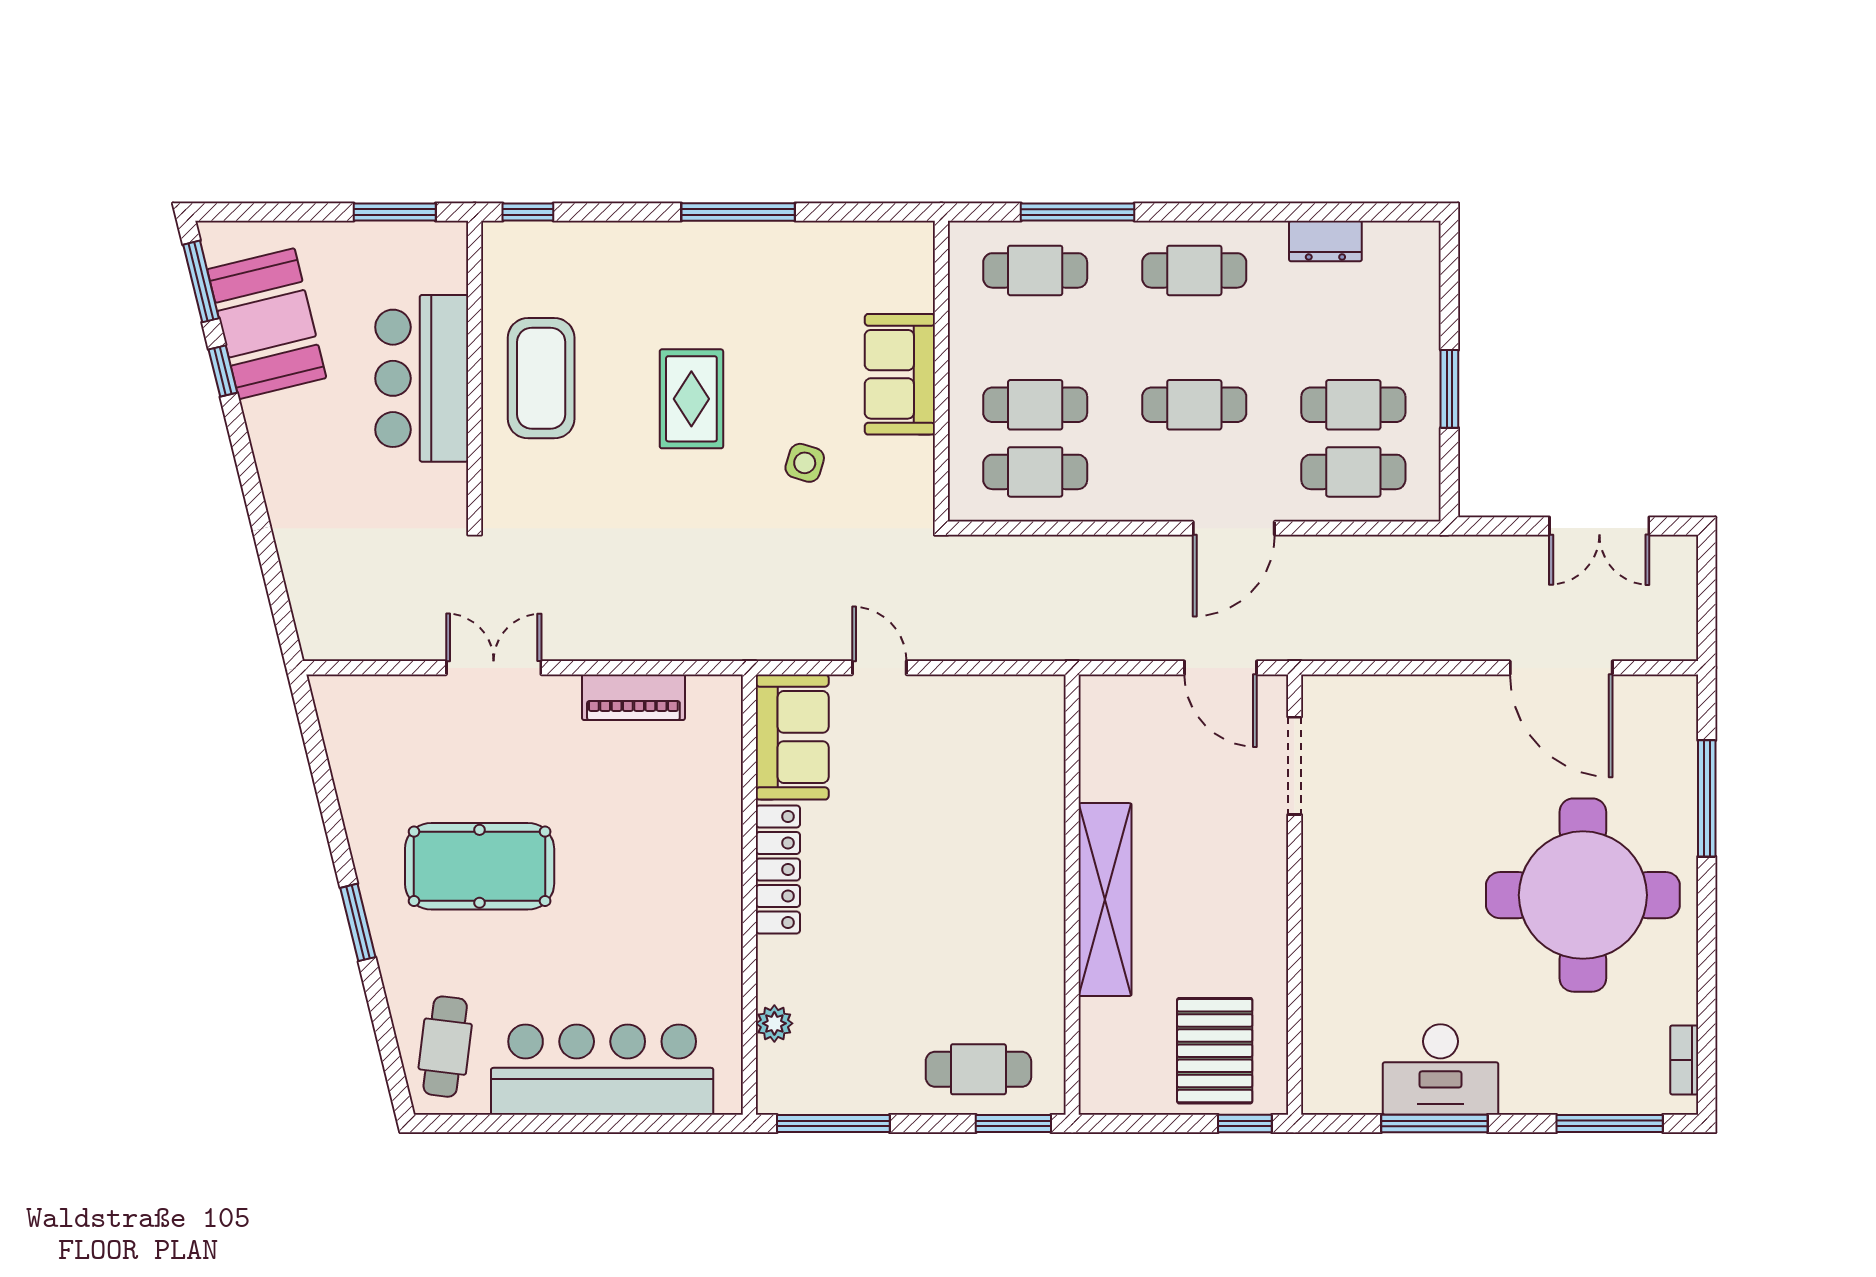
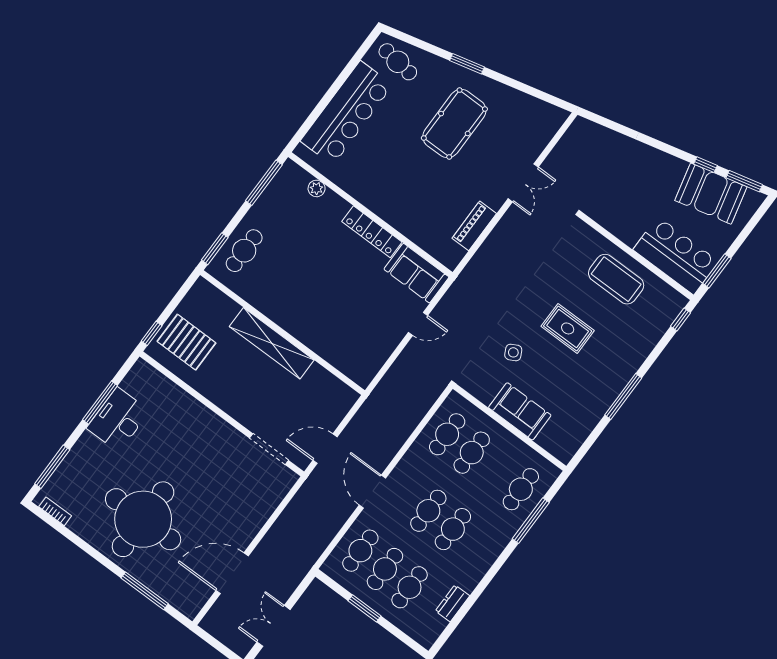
cafe table: (1194, 270) -> (453, 529), moved
cafe table: (1353, 338) -> (410, 587), added
bar counter: (422, 378) -> (676, 256), moved
side table: (805, 463) -> (513, 352), turned 45

